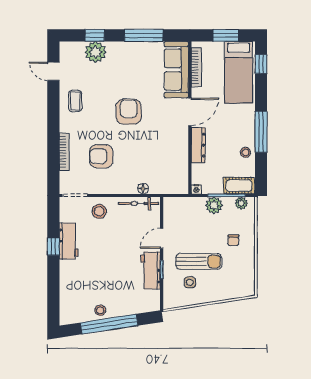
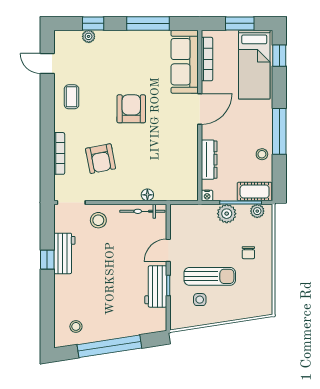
plant: (95, 52) -> (89, 36), width x0.53, depth x0.53
dresser: (198, 145) -> (209, 160), moved
armchair: (101, 156) -> (101, 159), turned -101
stool: (100, 310) -> (76, 326), moved

